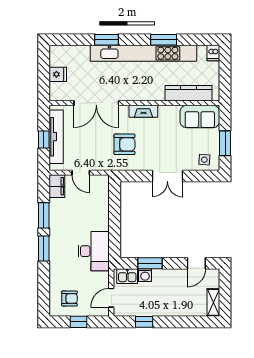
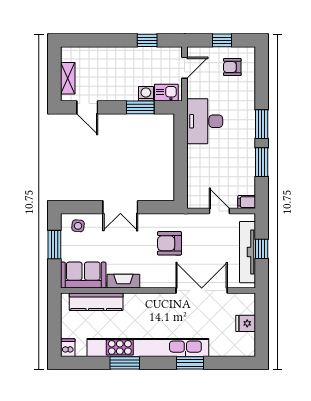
fireplace: (143, 111) -> (123, 281), moved
double door: (167, 176) -> (120, 207), swing flipped
filing cabinet: (57, 186) -> (247, 202), width x0.50
door: (196, 263) -> (87, 107), swing flipped
shelving: (213, 302) -> (68, 78), moved

